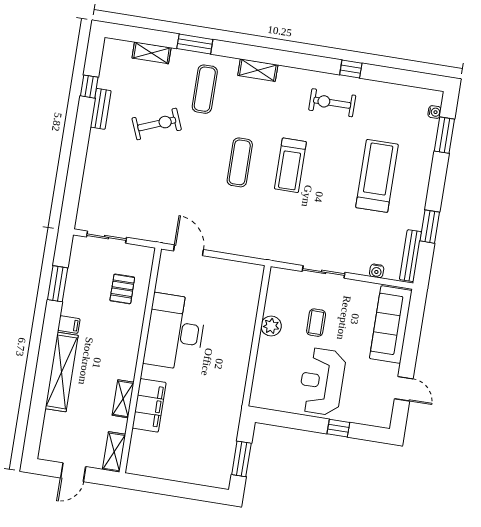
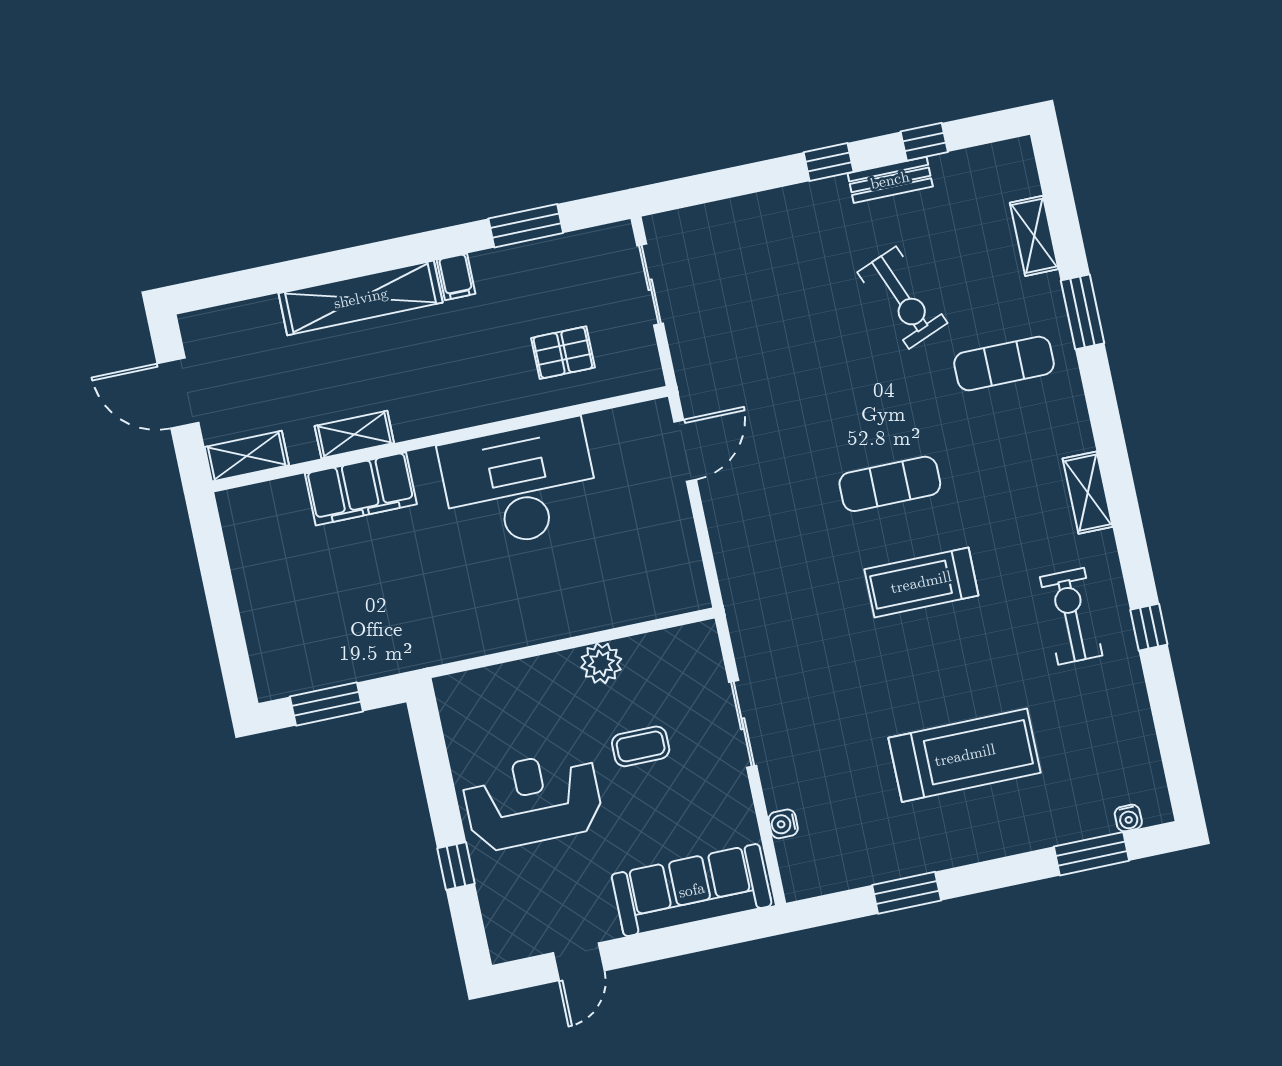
shelving: (258, 70) -> (1088, 493), moved
window: (82, 134) -> (829, 162), added
bench: (410, 256) -> (837, 877), removed
door: (73, 472) -> (178, 393), width x1.38

